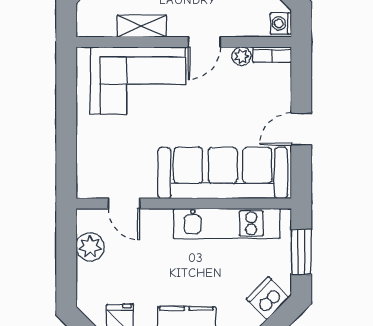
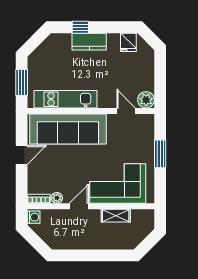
window: (66, 131) -> (160, 154), added
plant: (90, 247) -> (146, 100), moved
dishwasher: (268, 298) -> (41, 55), removed

